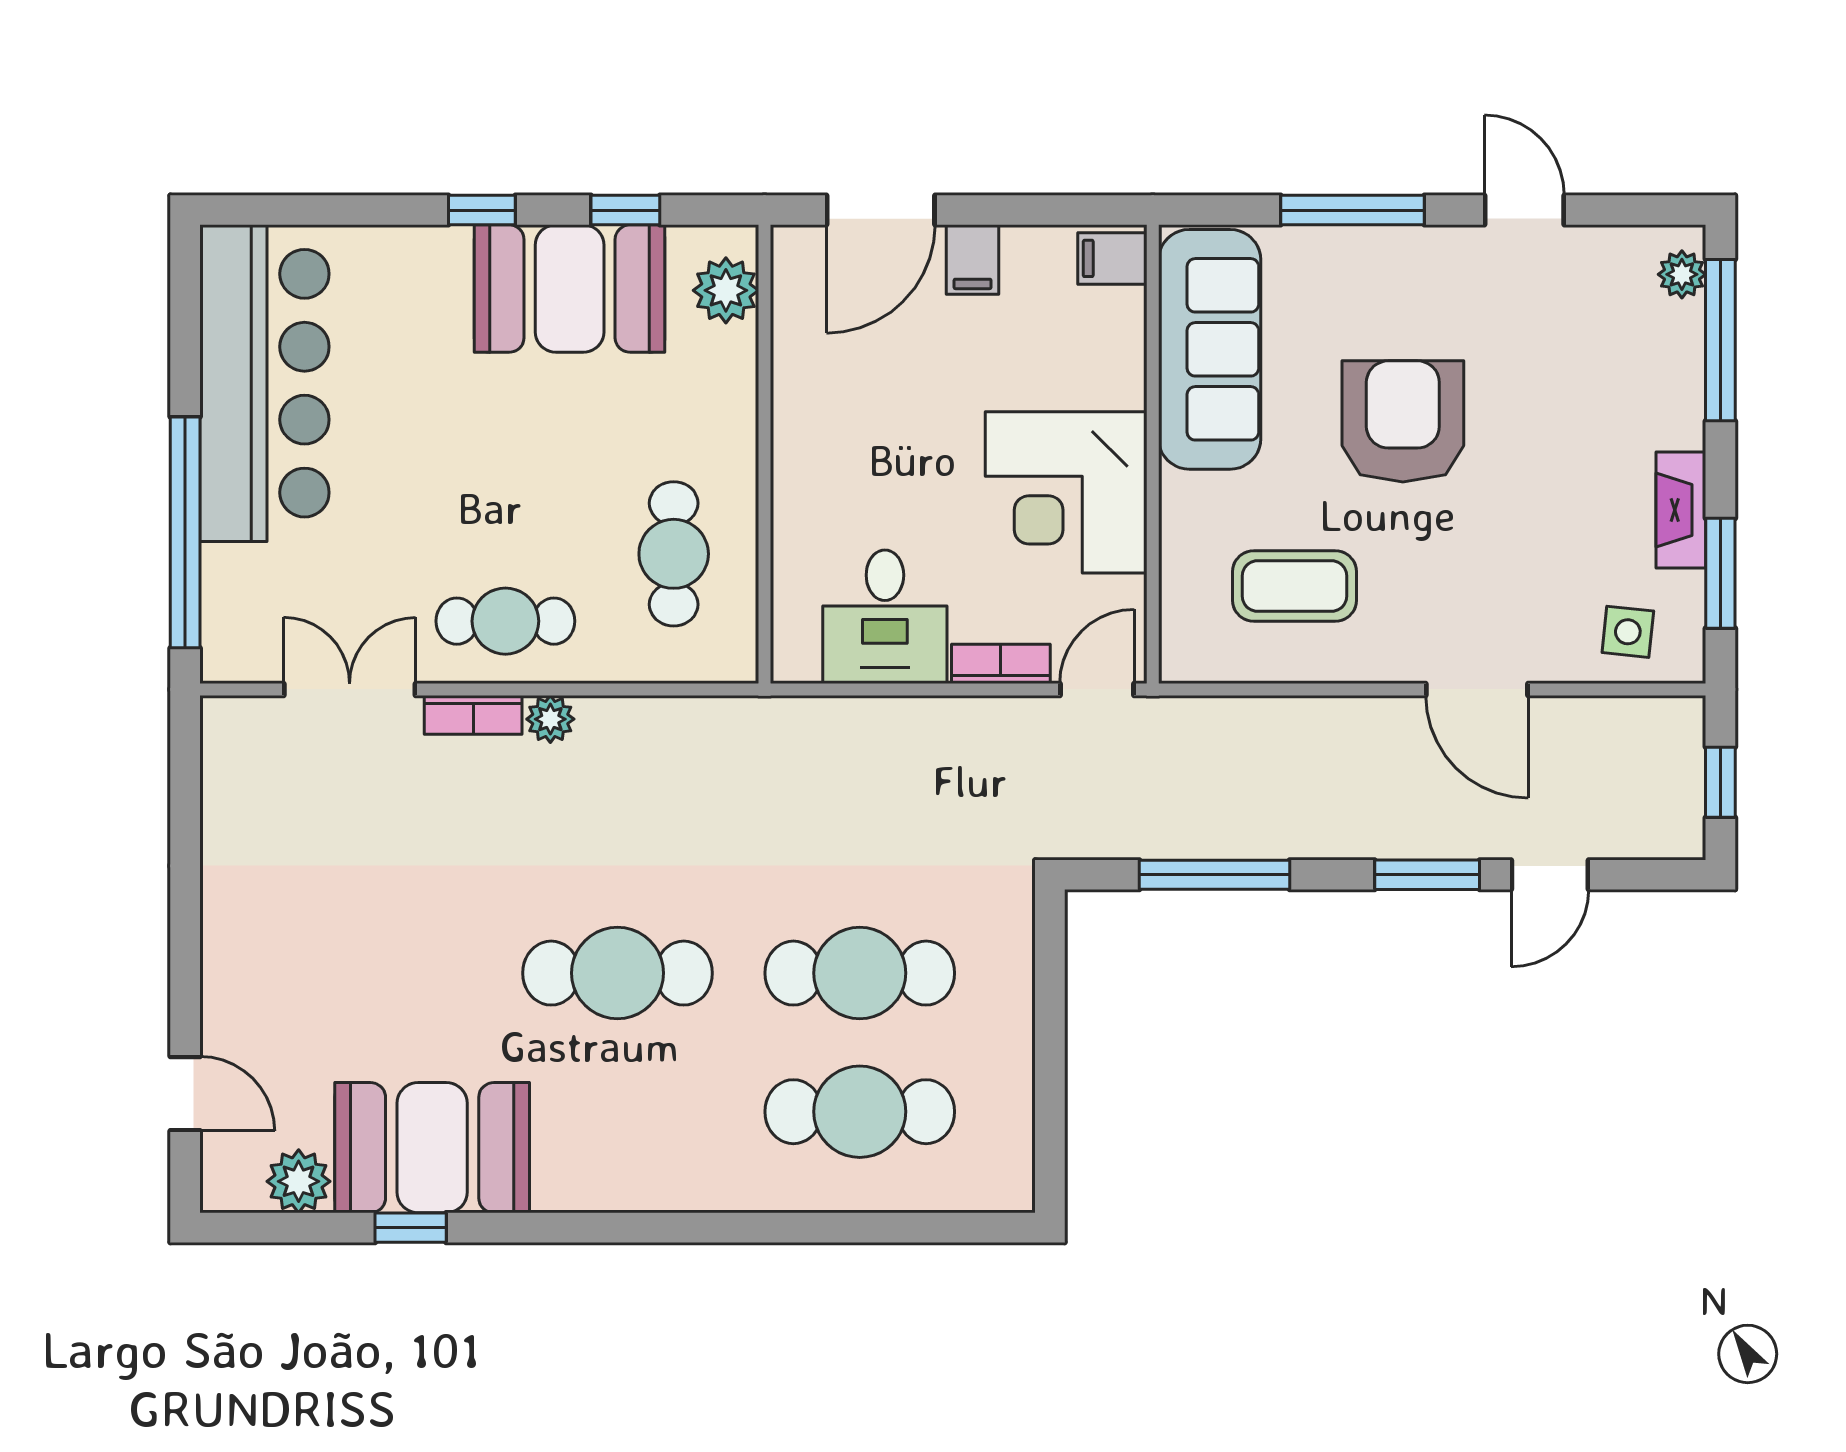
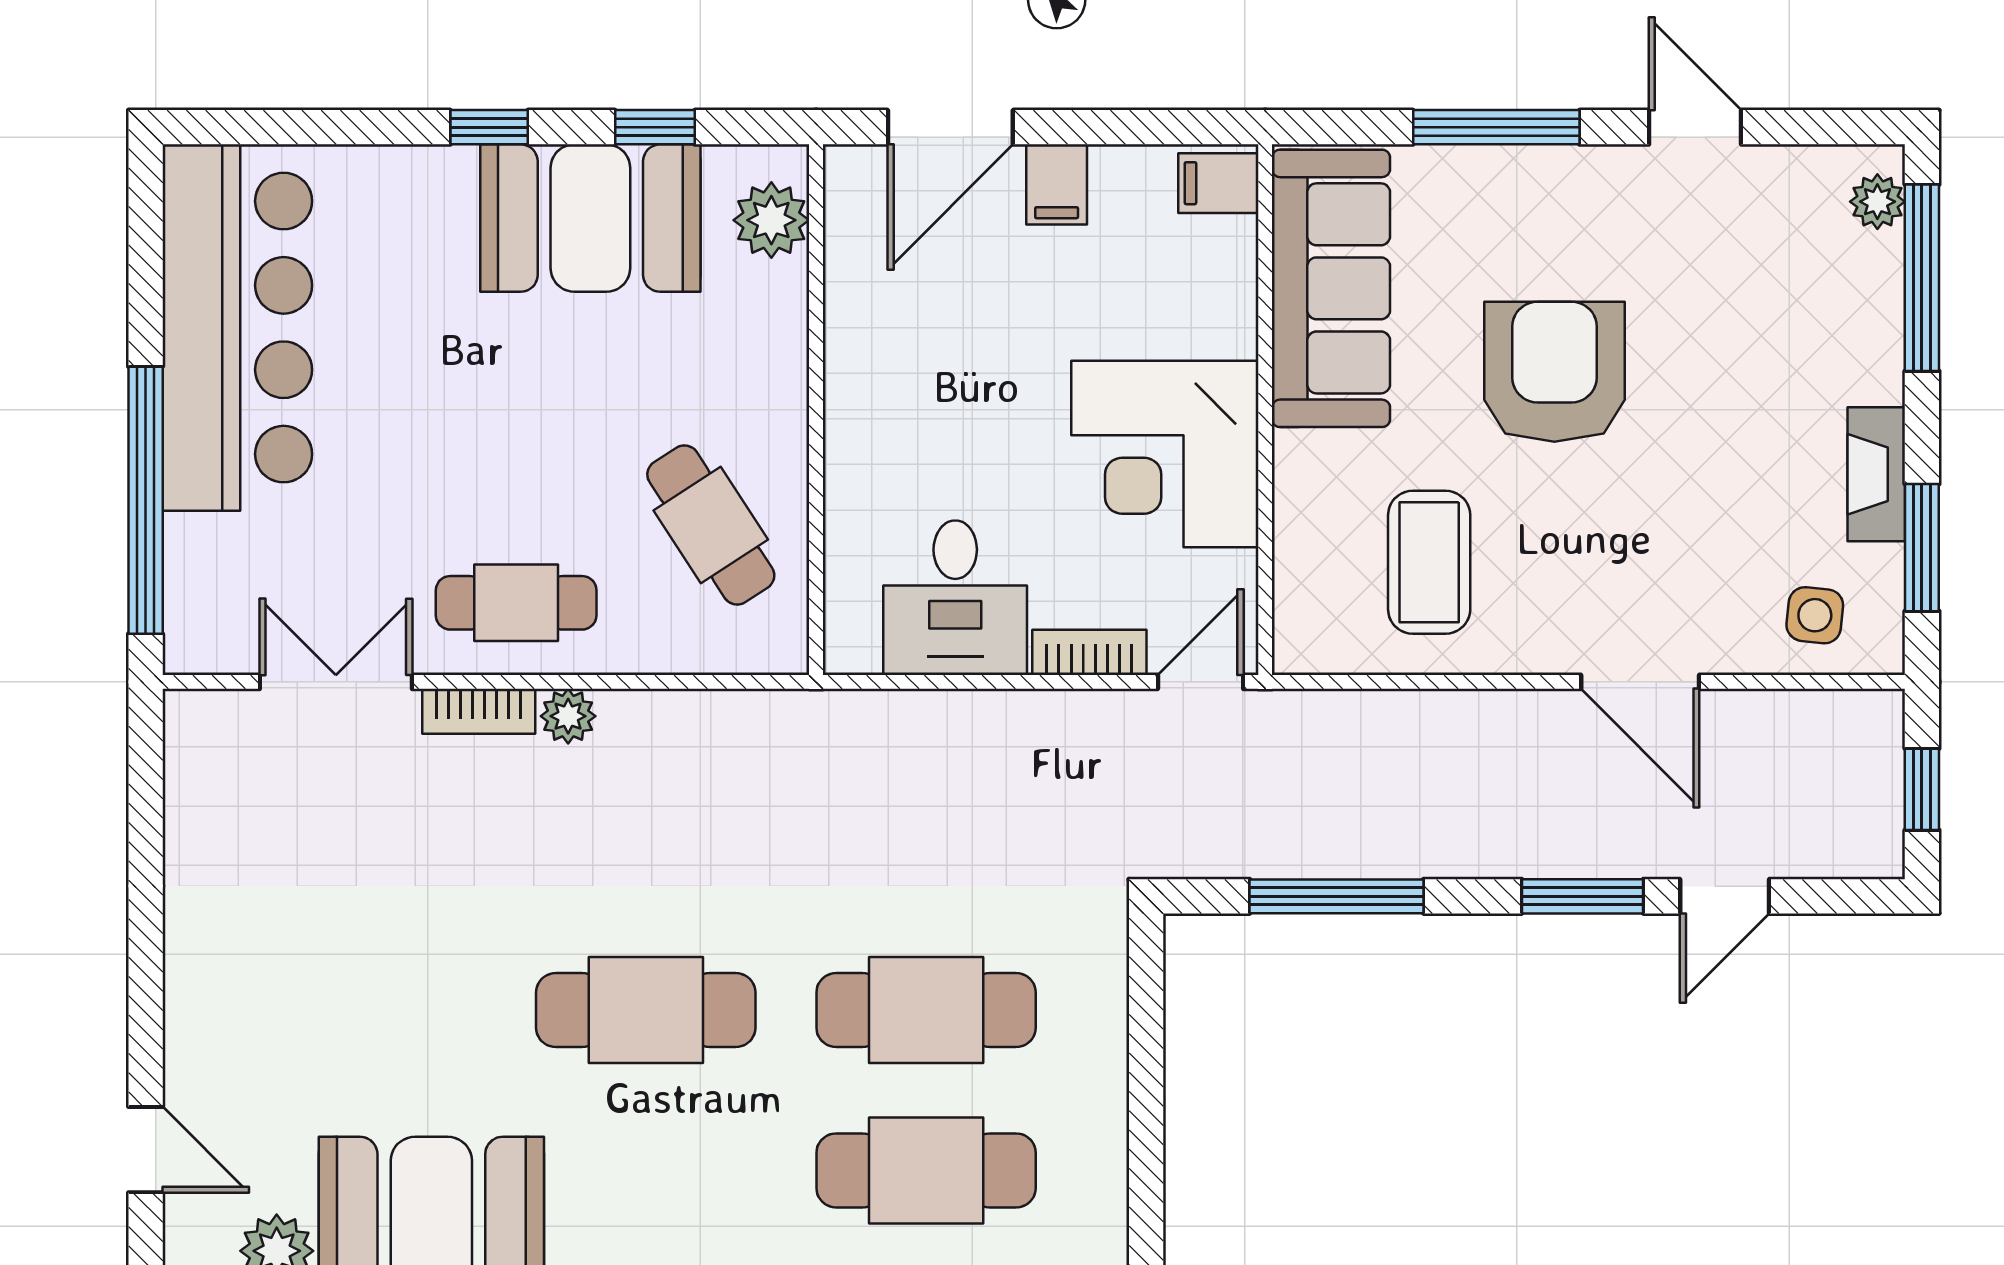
cafe table: (674, 554) -> (711, 525), turned -33
coffee table: (1295, 586) -> (1429, 562), turned 90

